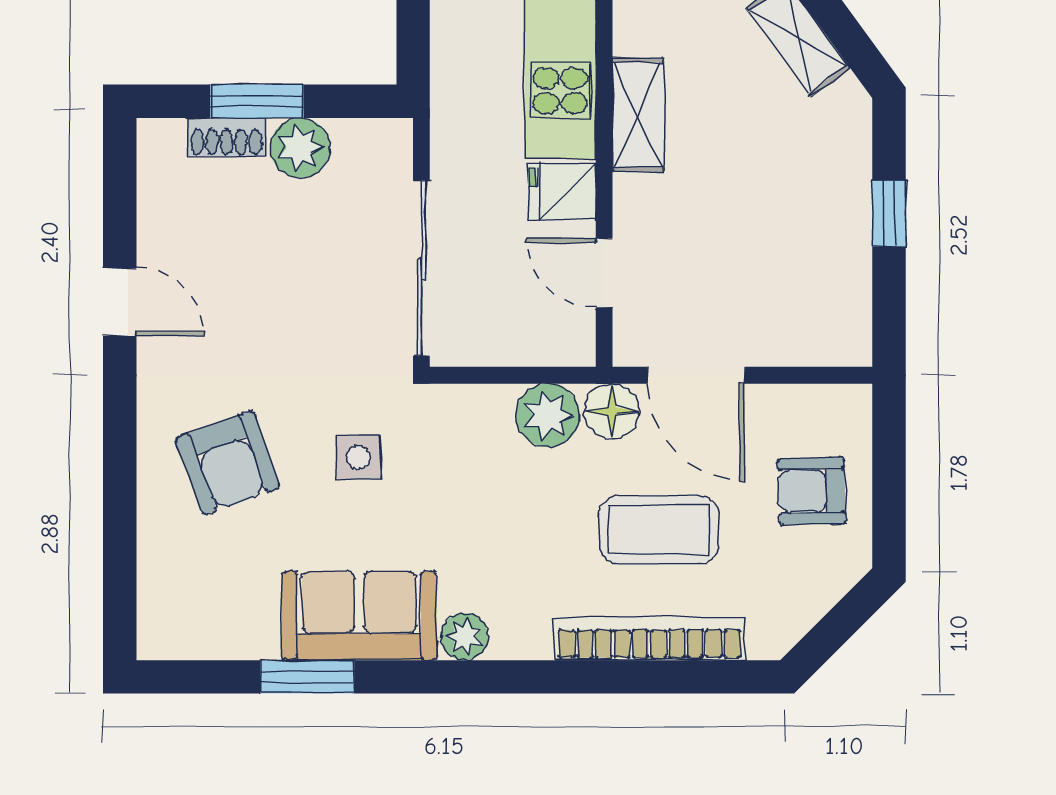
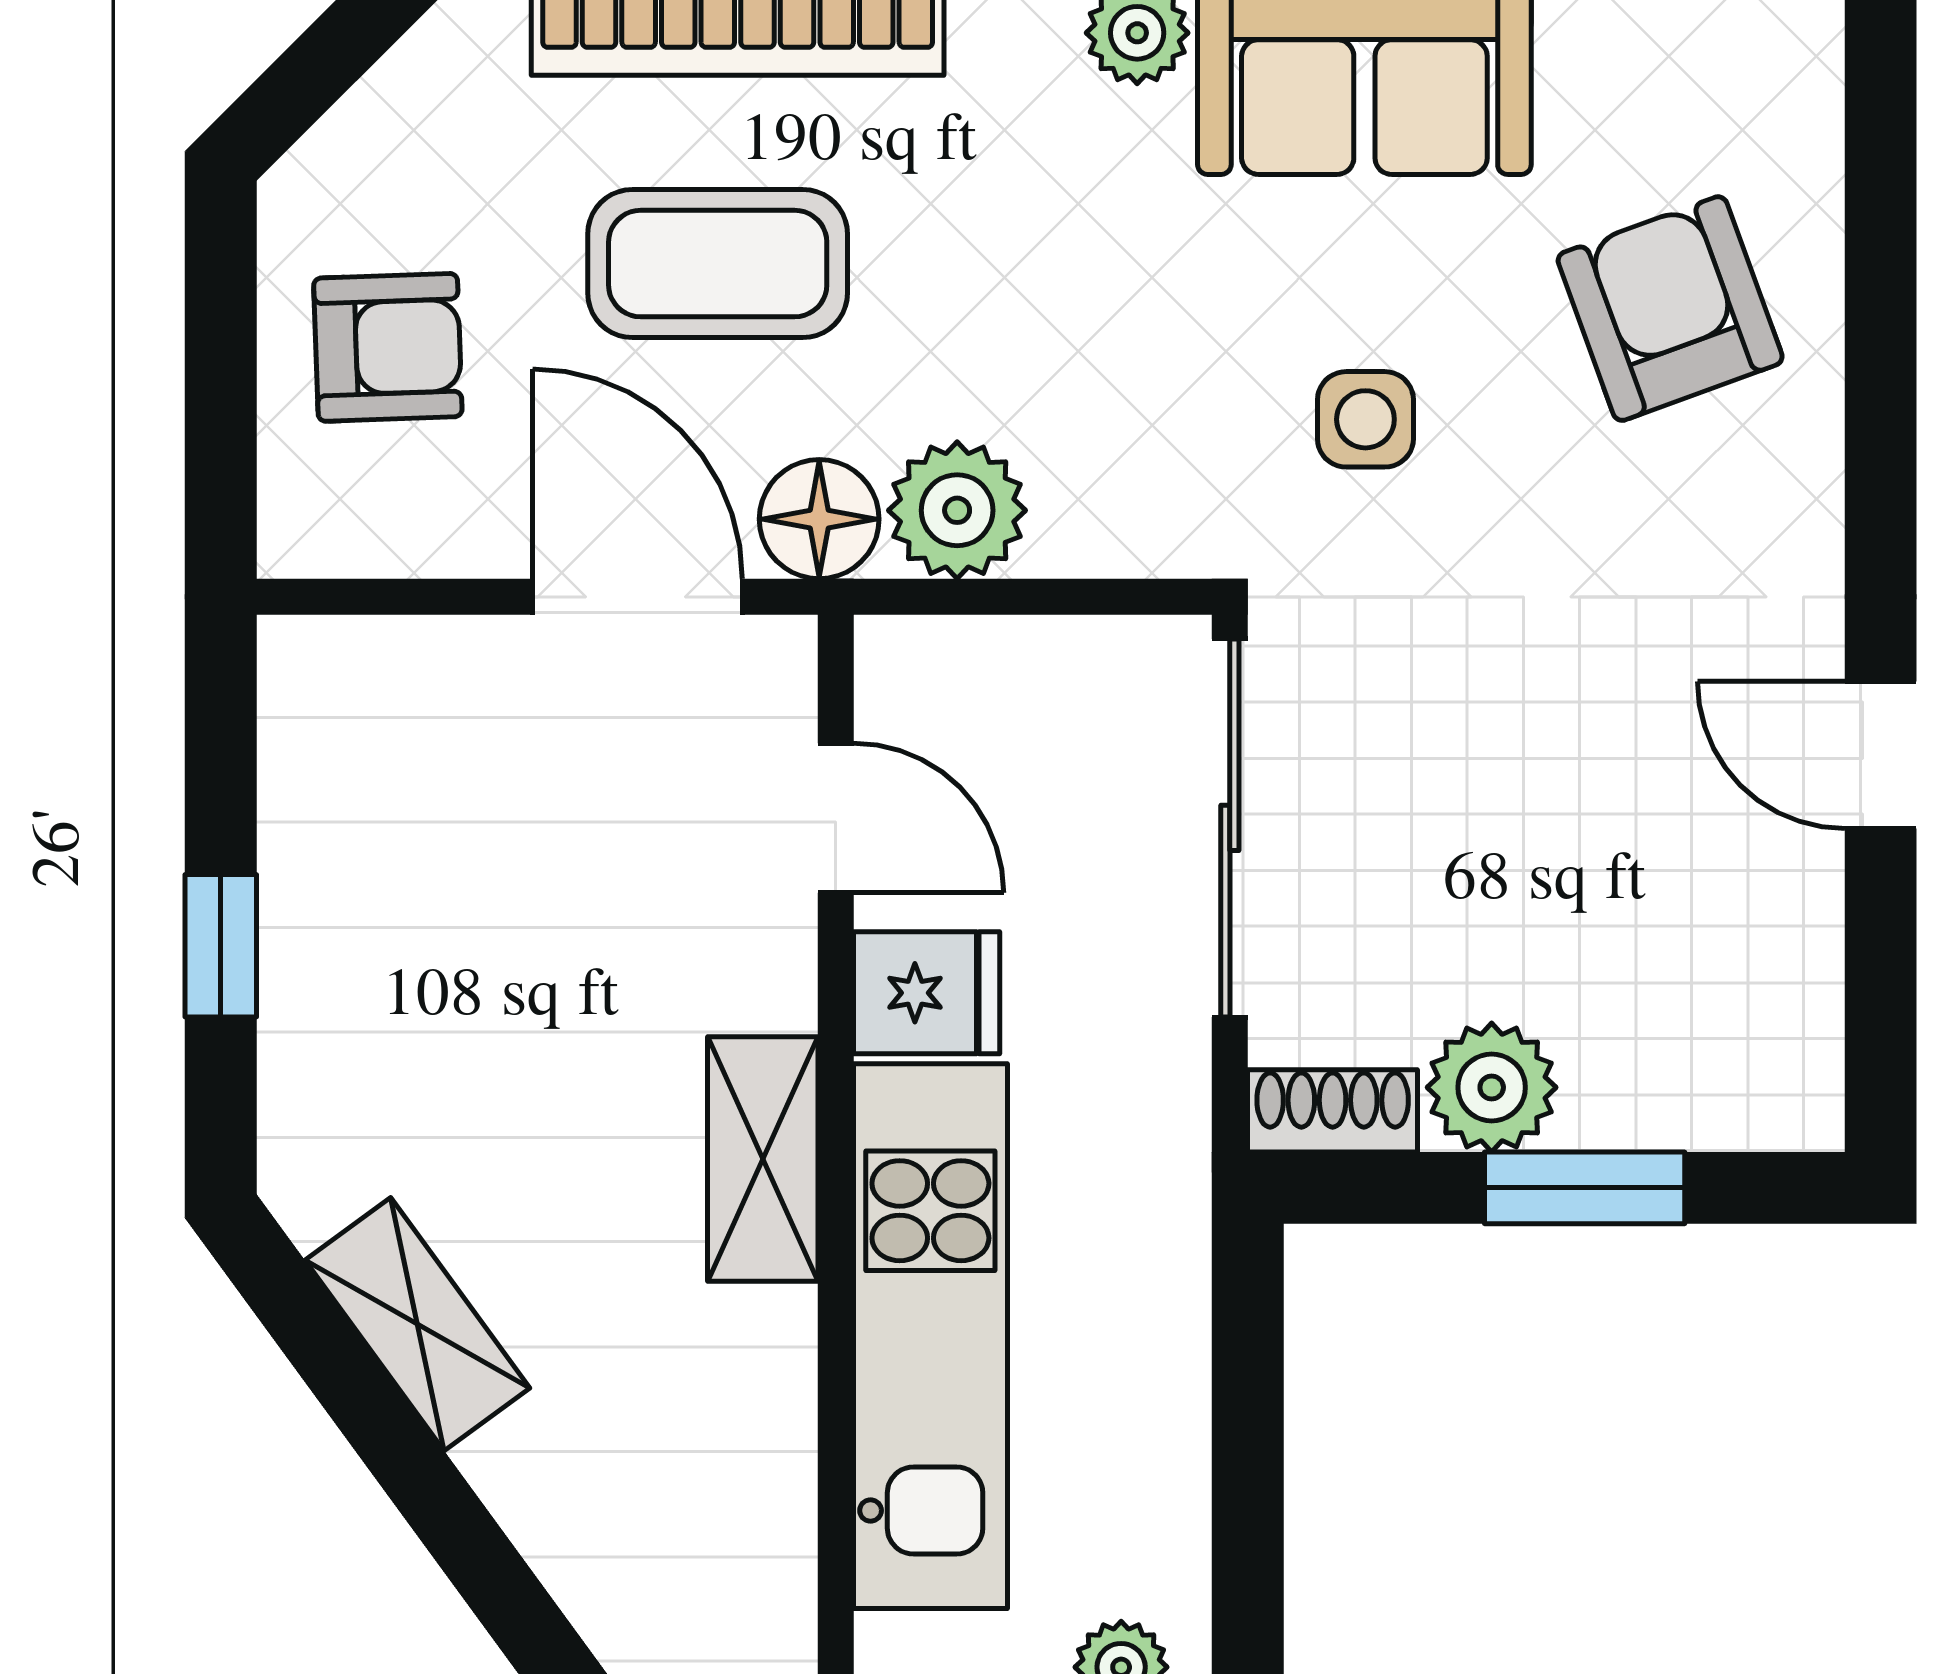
shoe rack: (226, 137) -> (1333, 1111), moved
armchair: (228, 463) -> (1670, 309), moved

